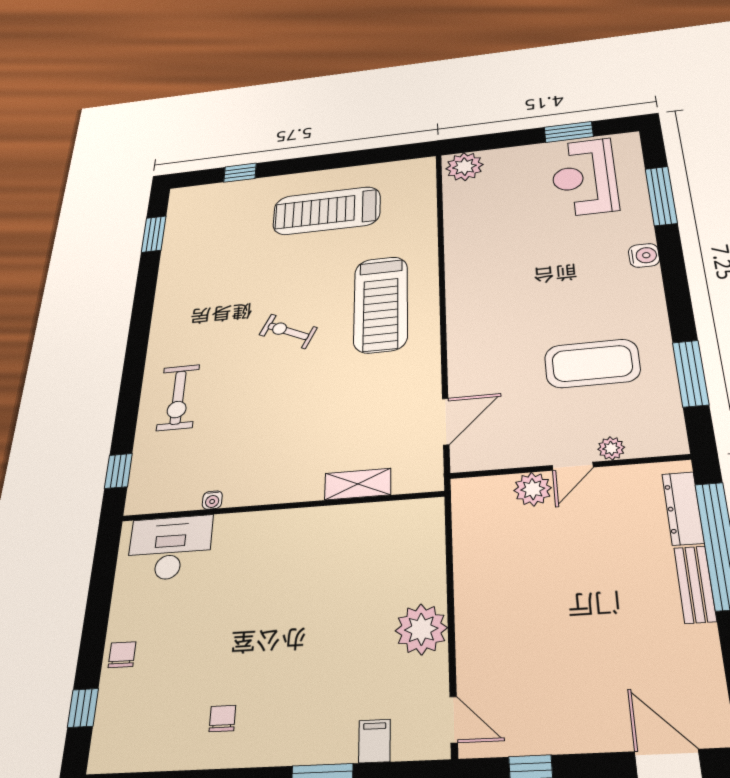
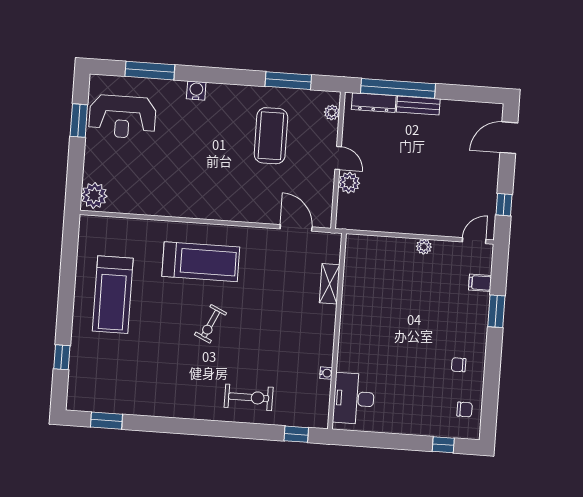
plant: (611, 448) -> (332, 112), moved
plant: (421, 629) -> (424, 247), width x0.53, depth x0.53
chair: (122, 655) -> (465, 409), moved, turned 180

